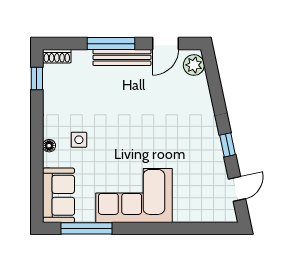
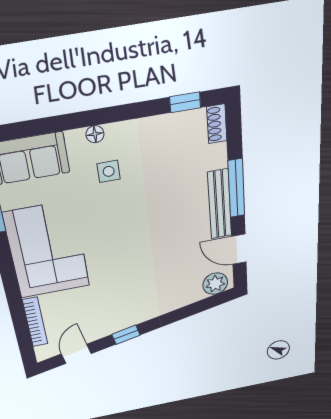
door: (237, 189) -> (76, 354), swing flipped
bookcase: (197, 217) -> (35, 322), added

